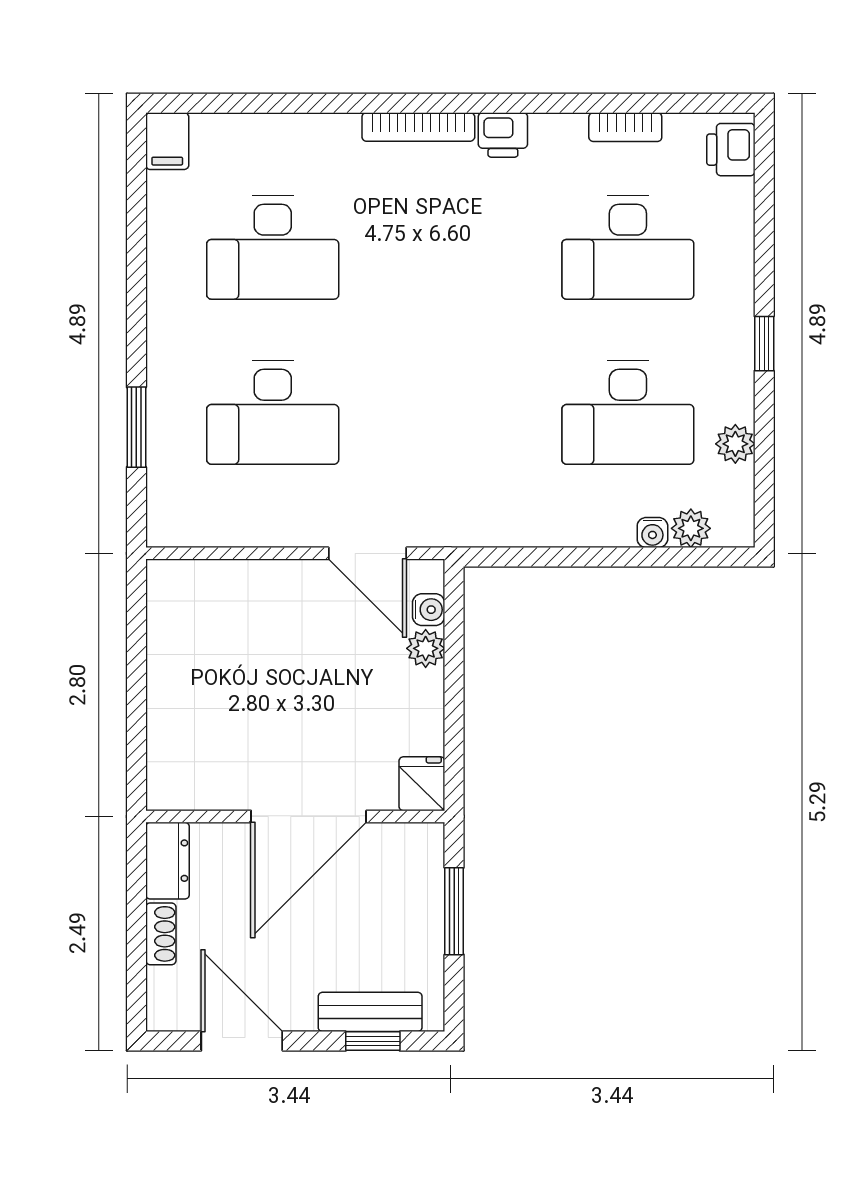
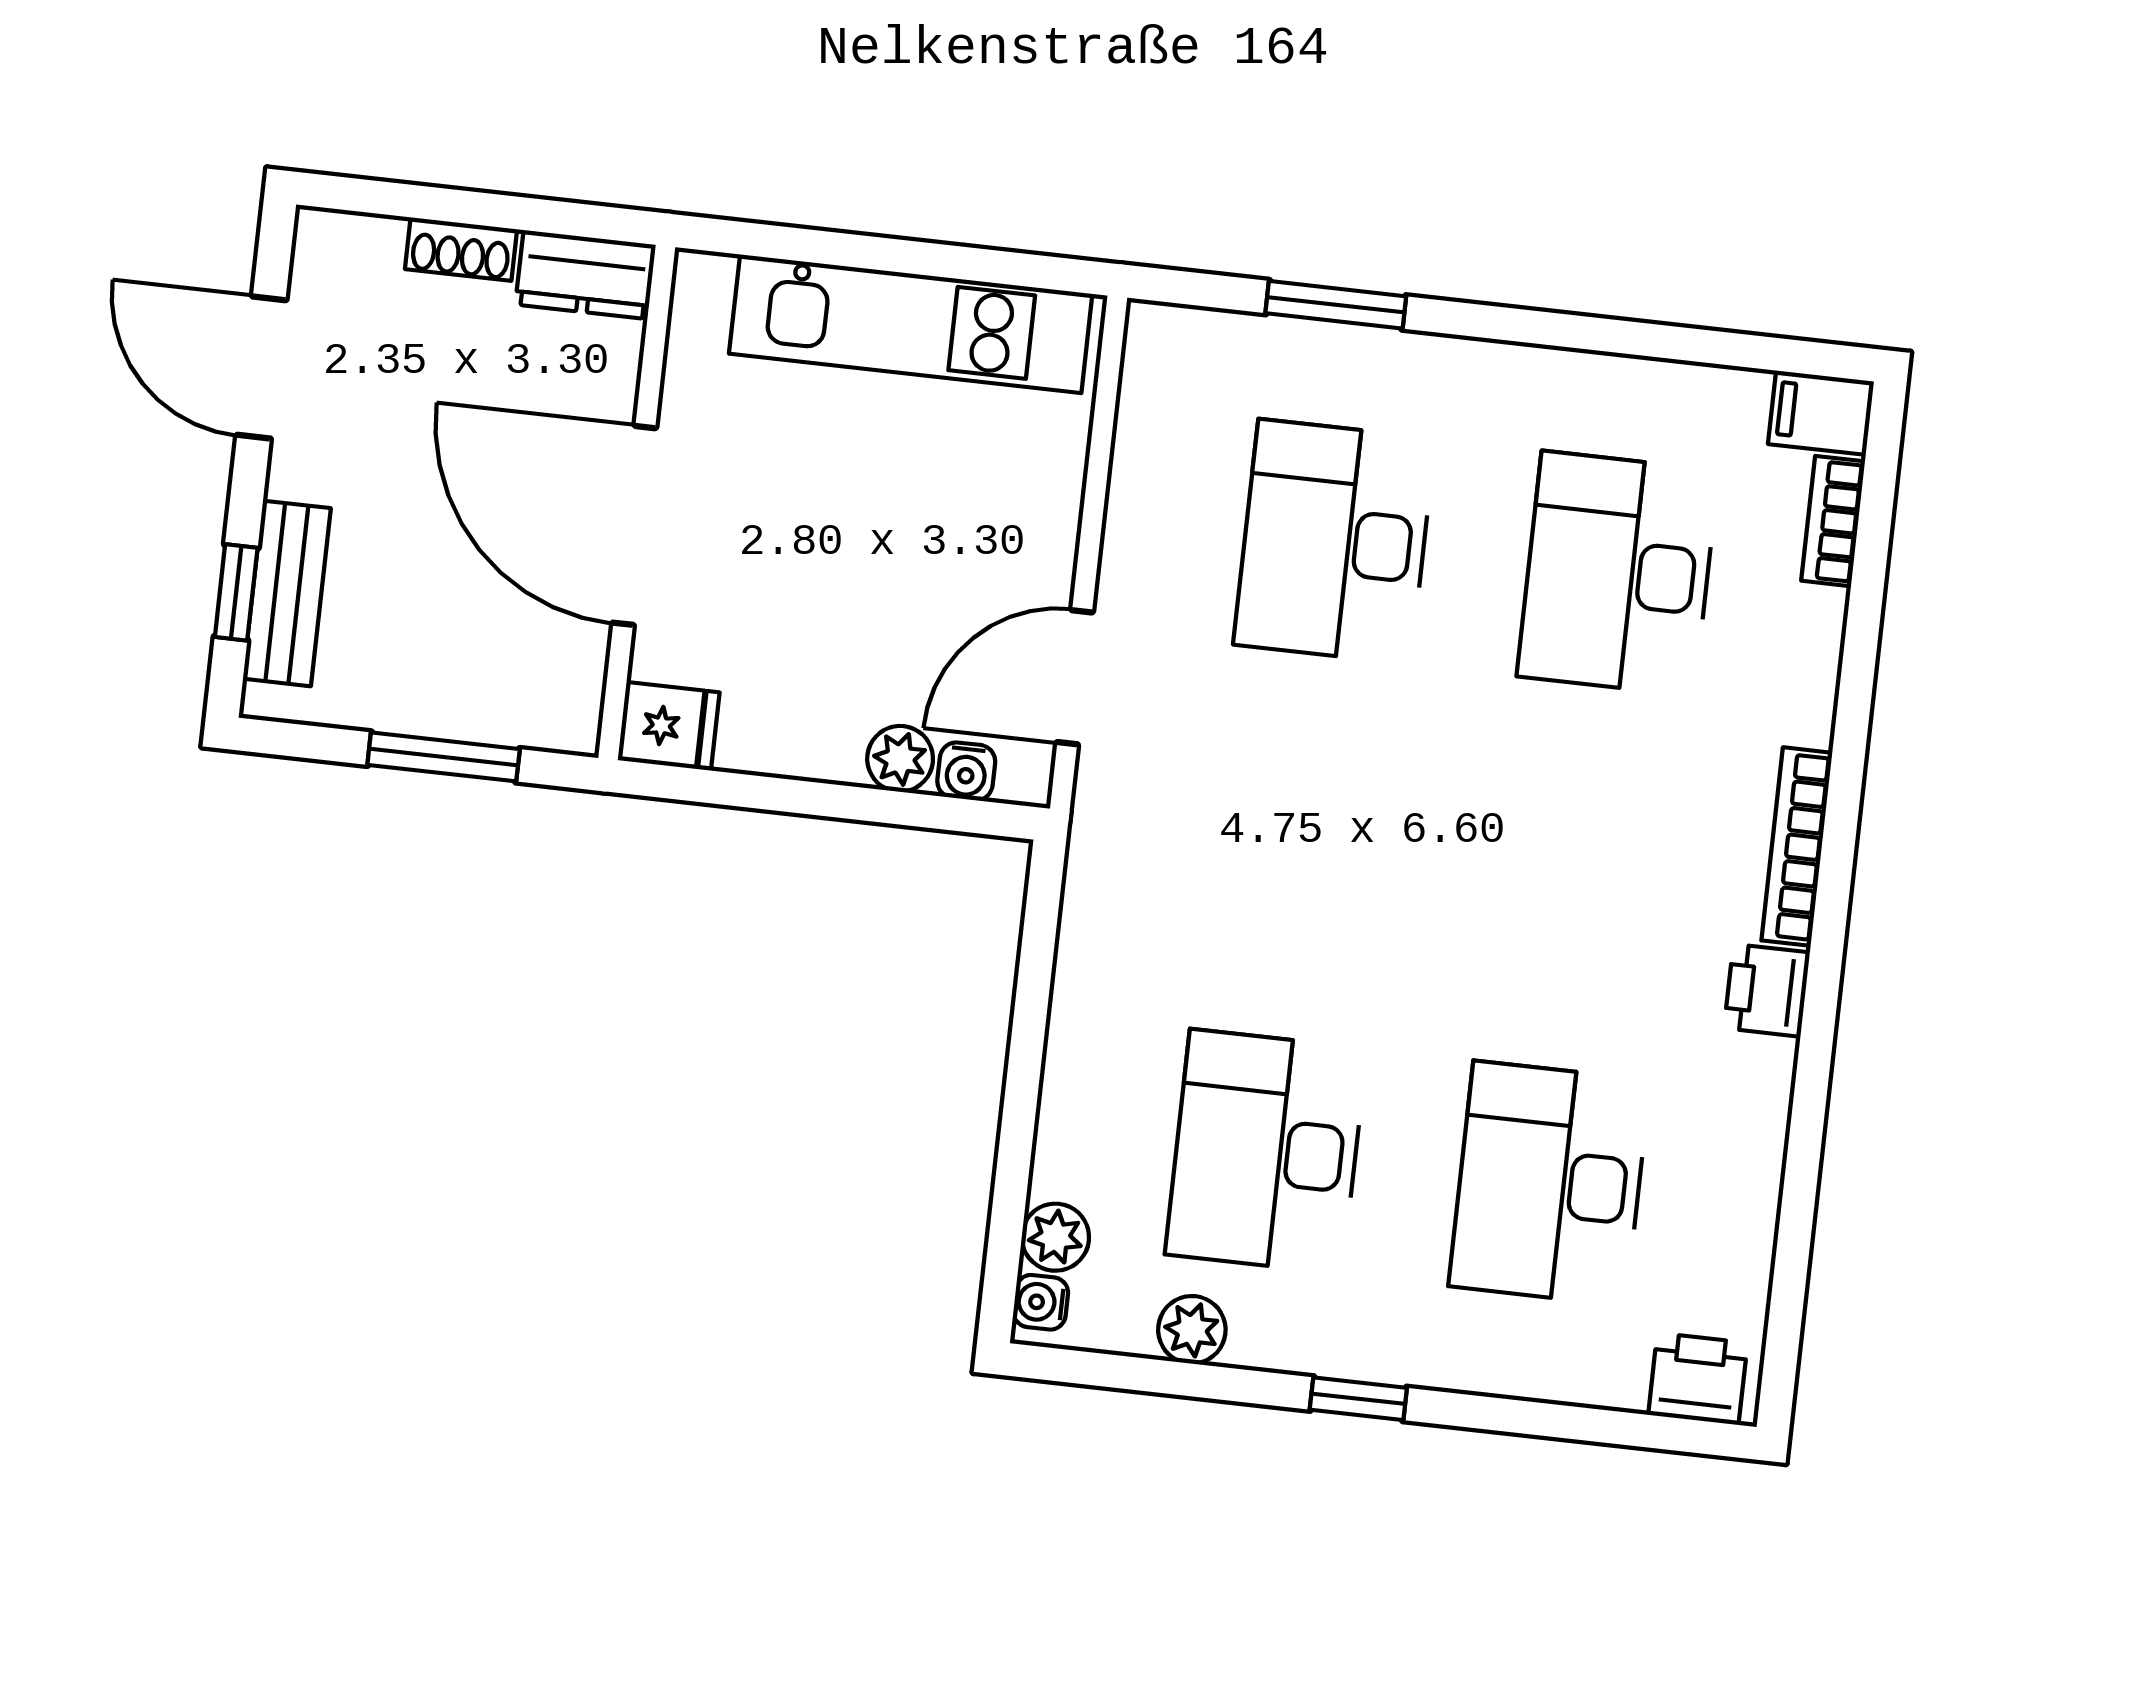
bookcase: (625, 127) -> (1833, 521), moved
water cooler: (652, 533) -> (1041, 1302), moved
kitchen unit: (175, 670) -> (911, 324), added
door: (242, 1041) -> (261, 368), swing flipped

